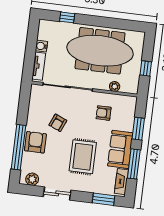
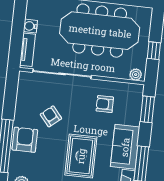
plant: (115, 86) -> (136, 75), moved
armchair: (58, 123) -> (51, 116), turned 117
window: (138, 129) -> (147, 109), moved

